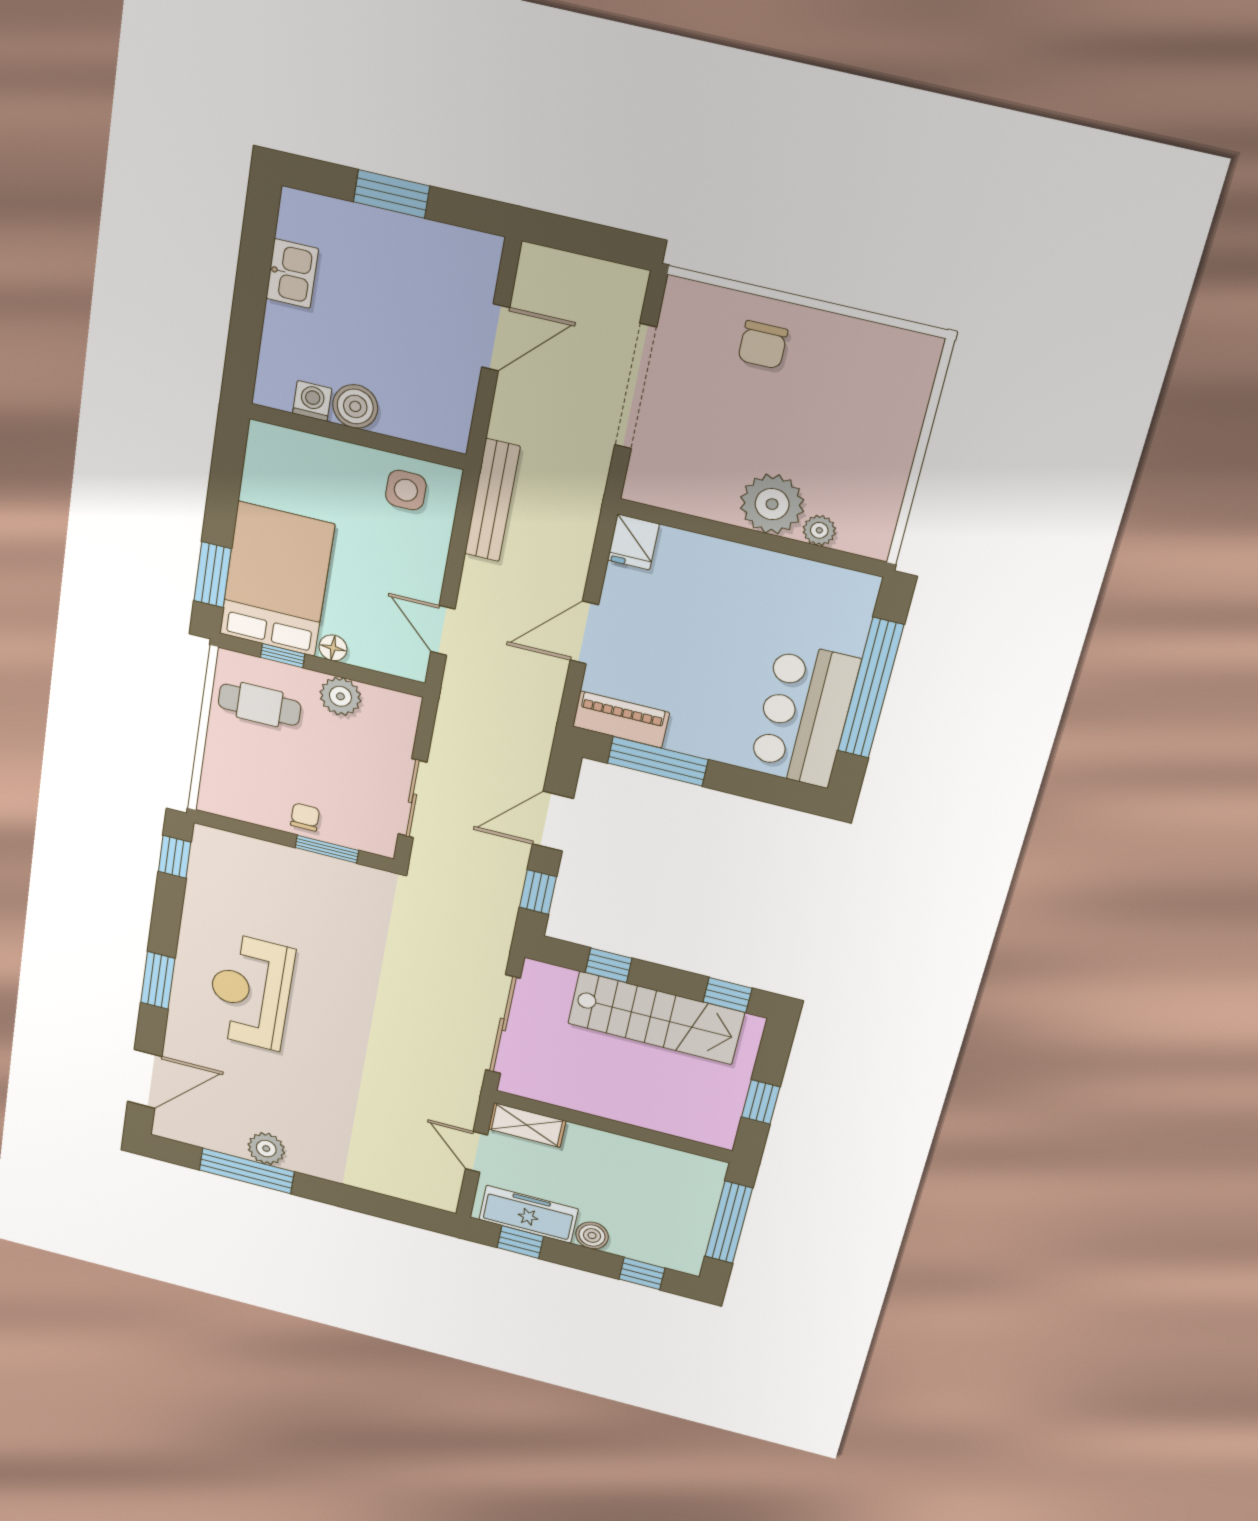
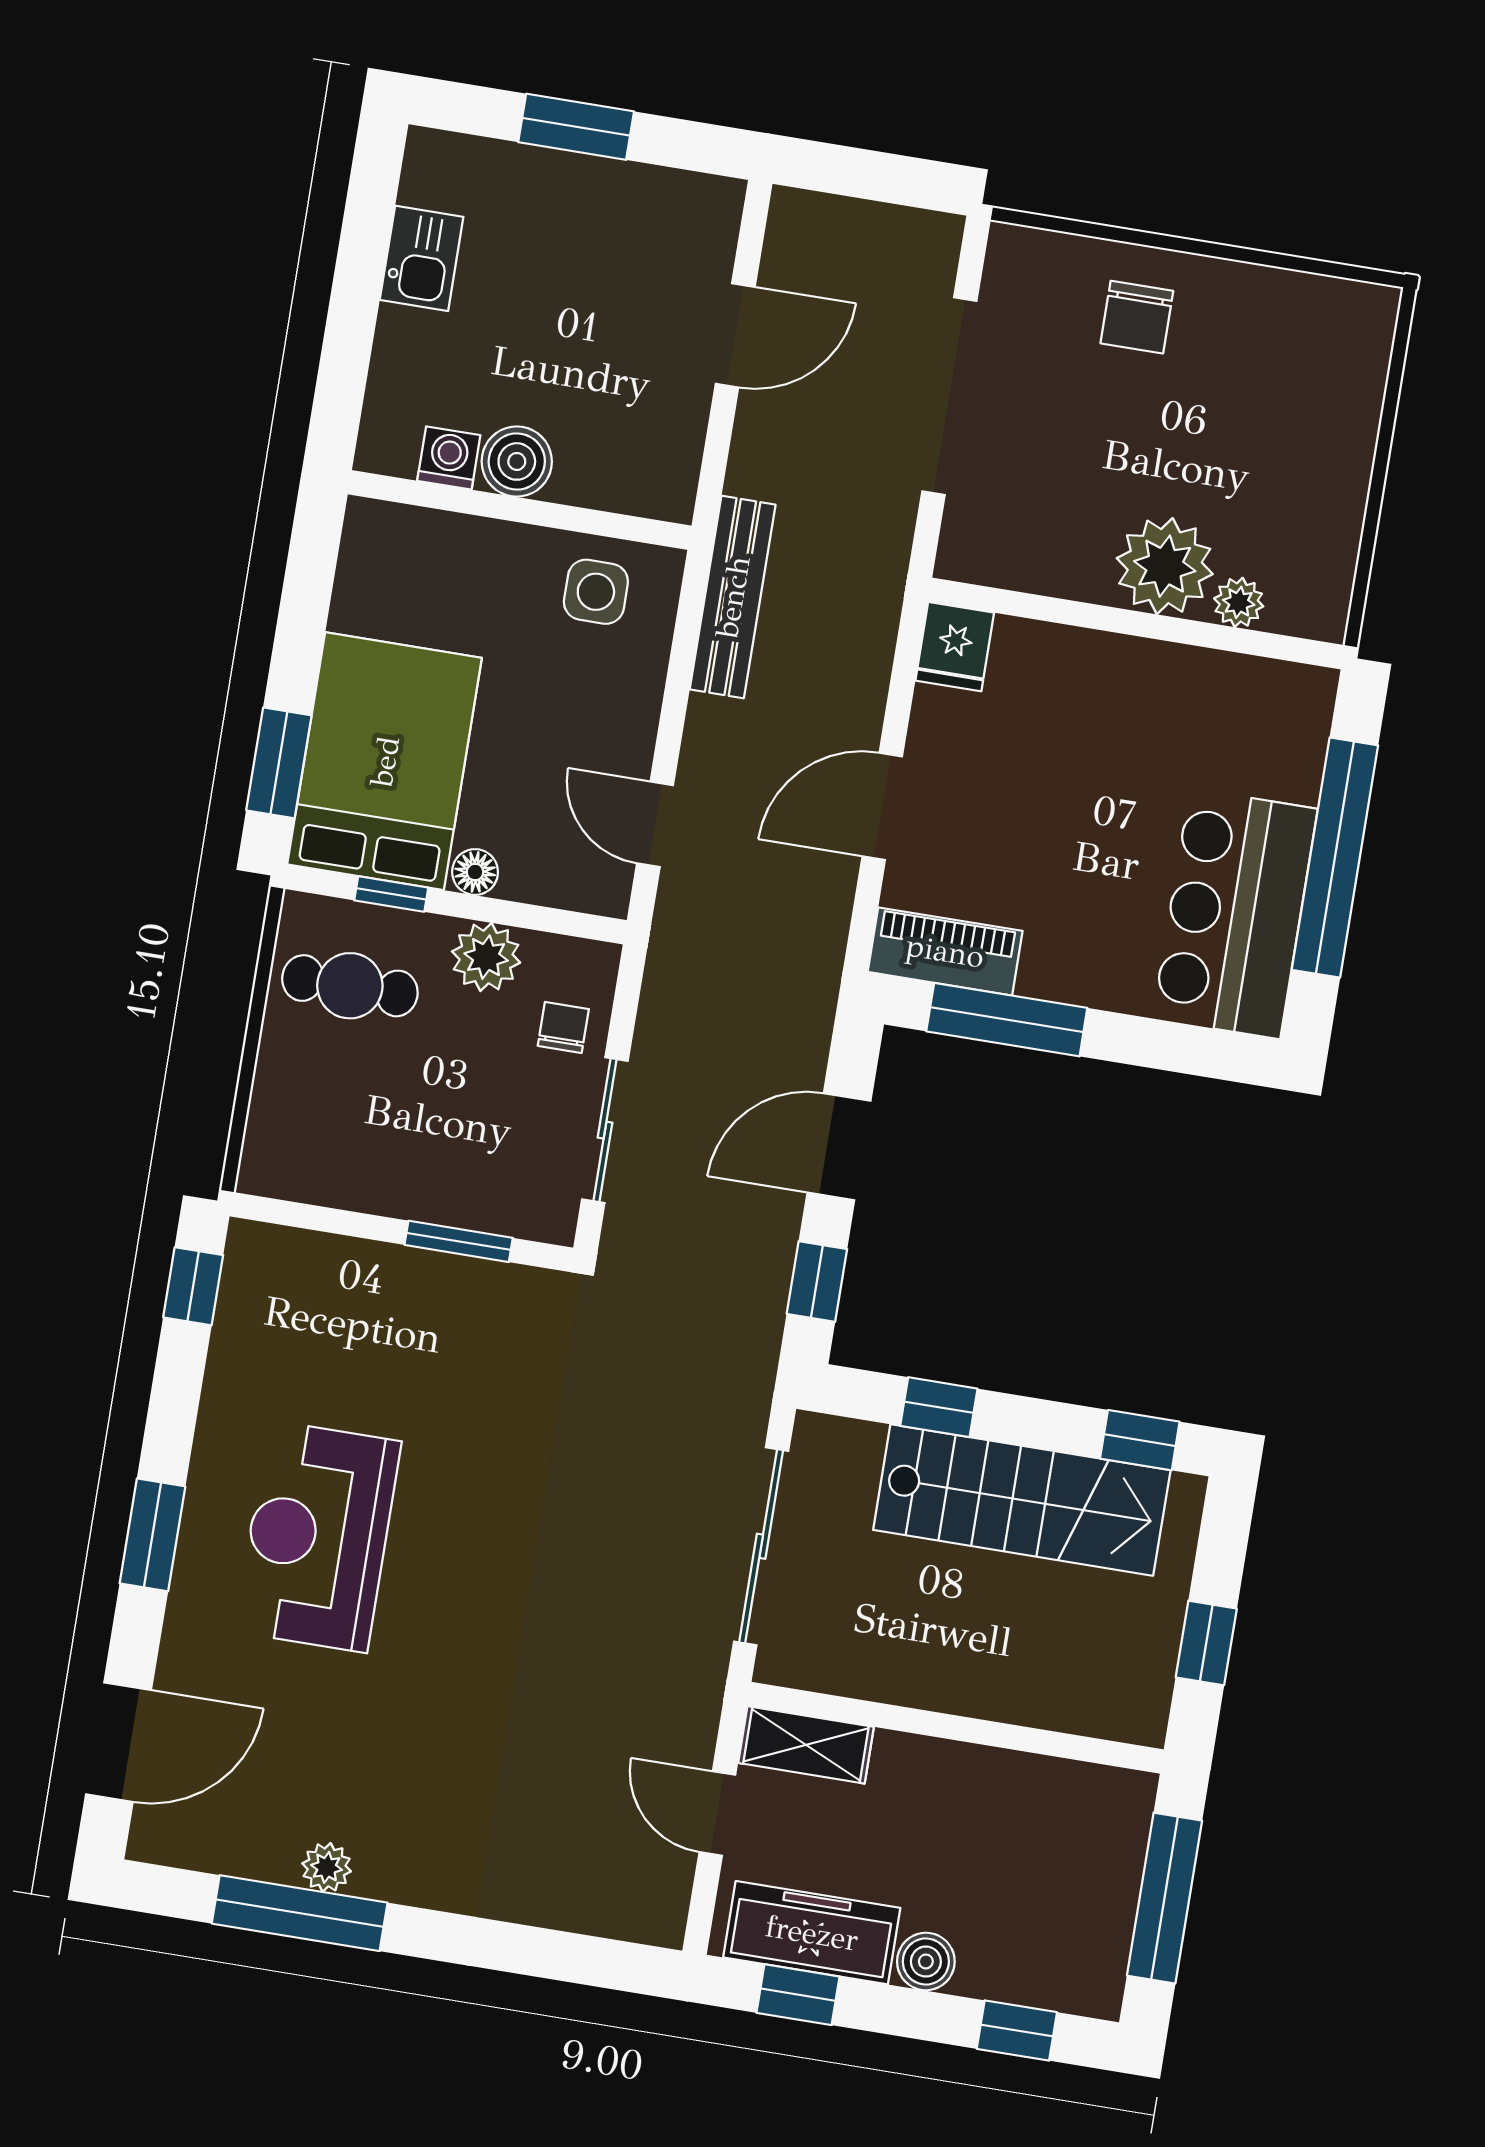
chair: (305, 817) -> (563, 1027), moved
plant: (266, 1149) -> (327, 1867), width x0.73, depth x0.73

